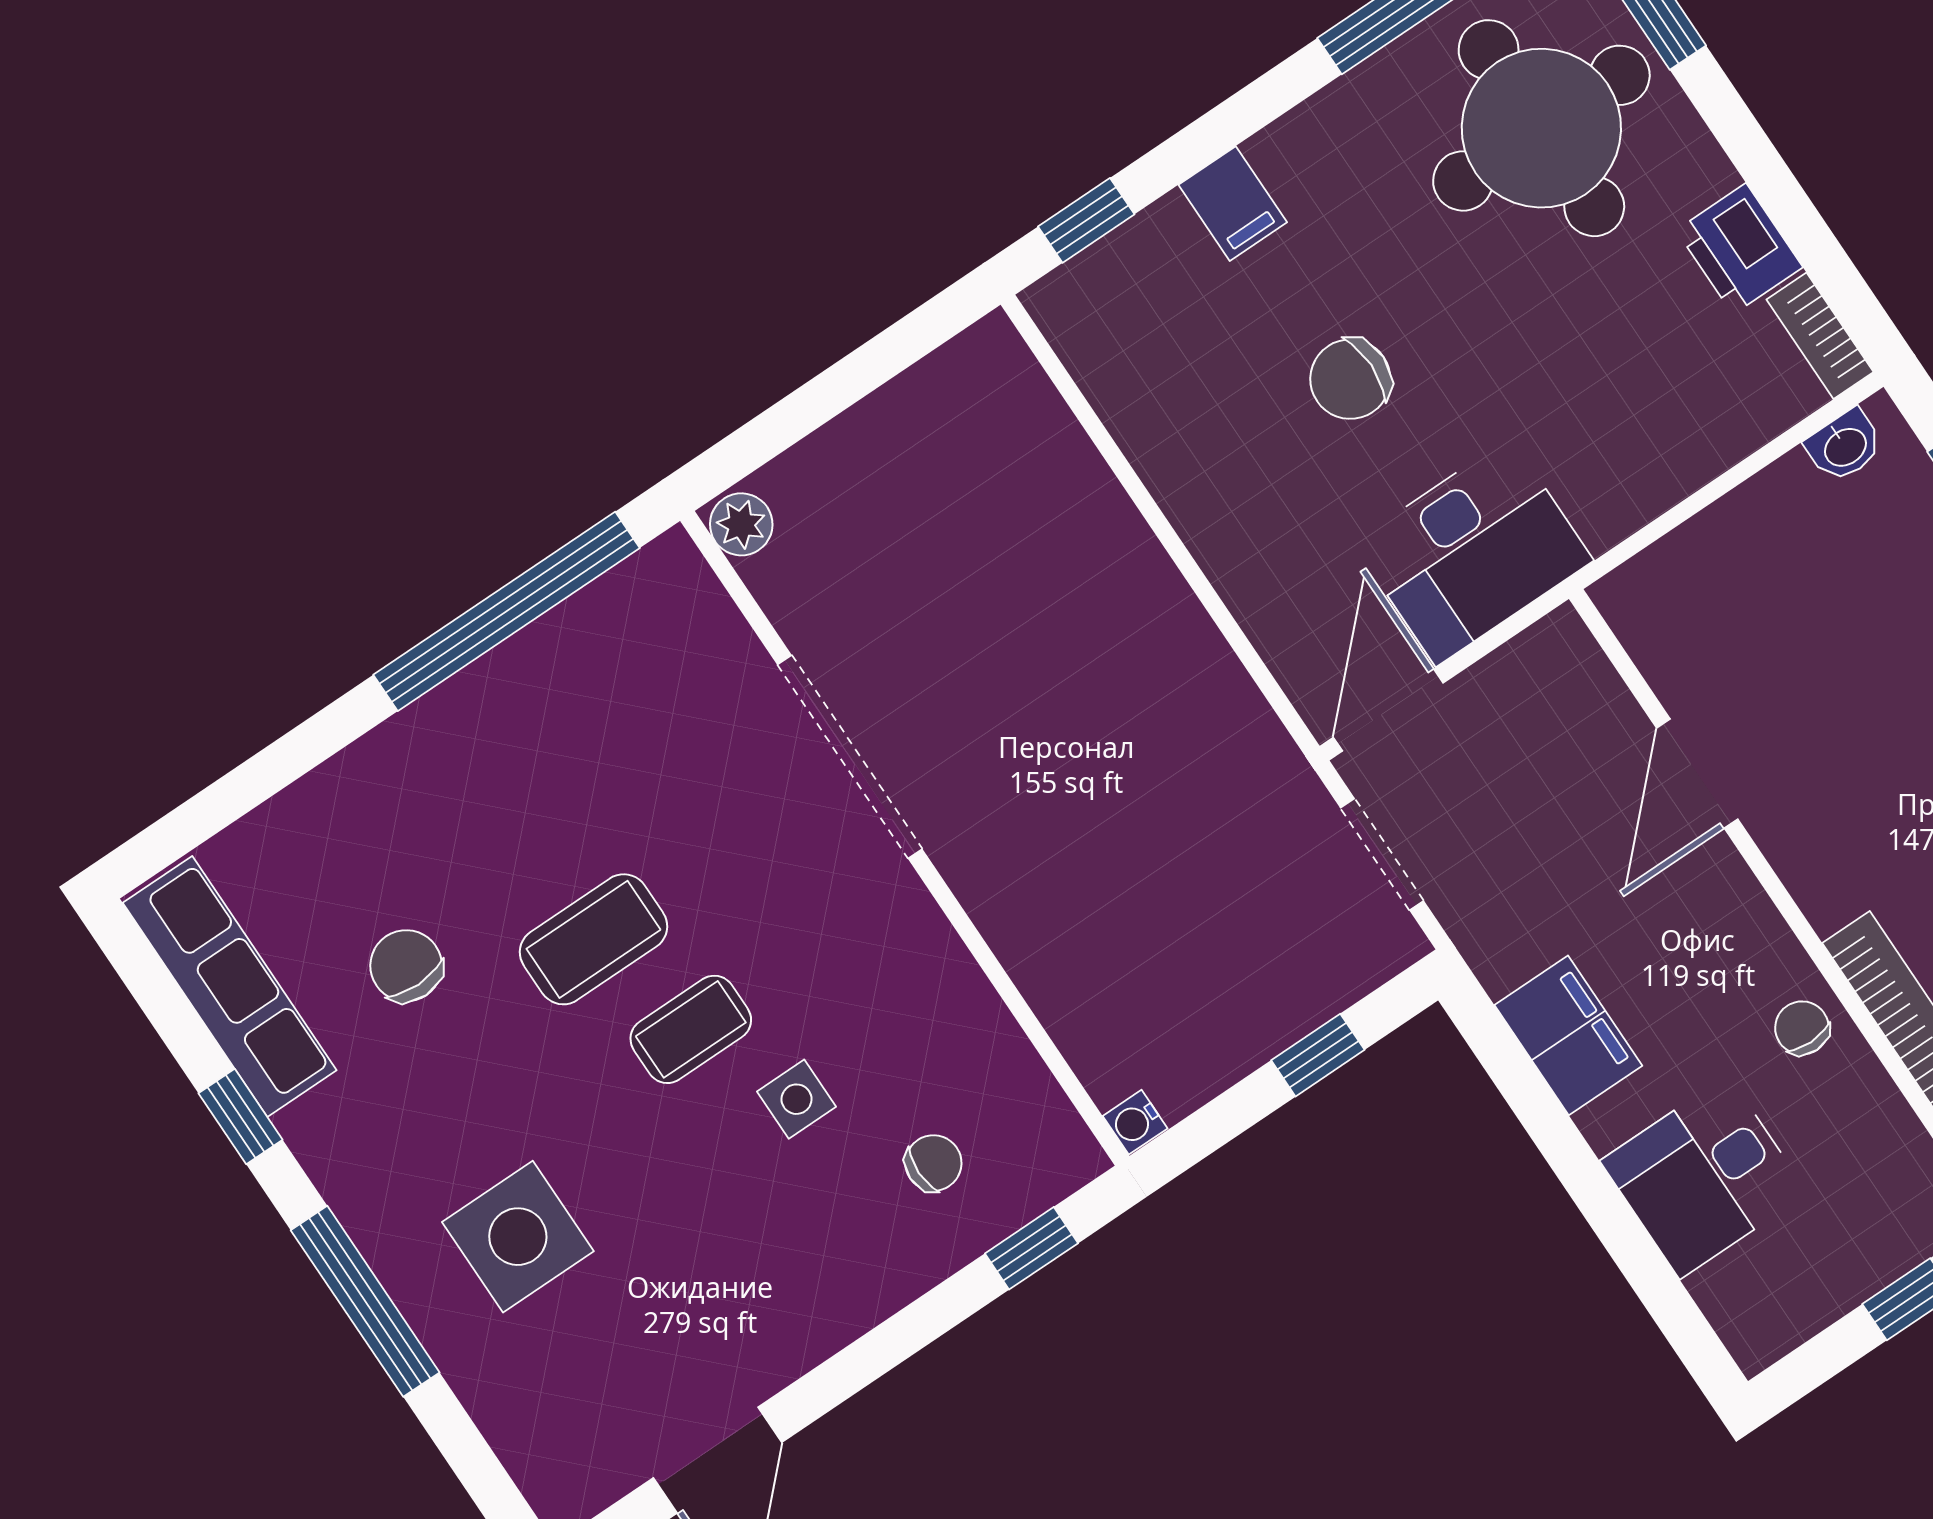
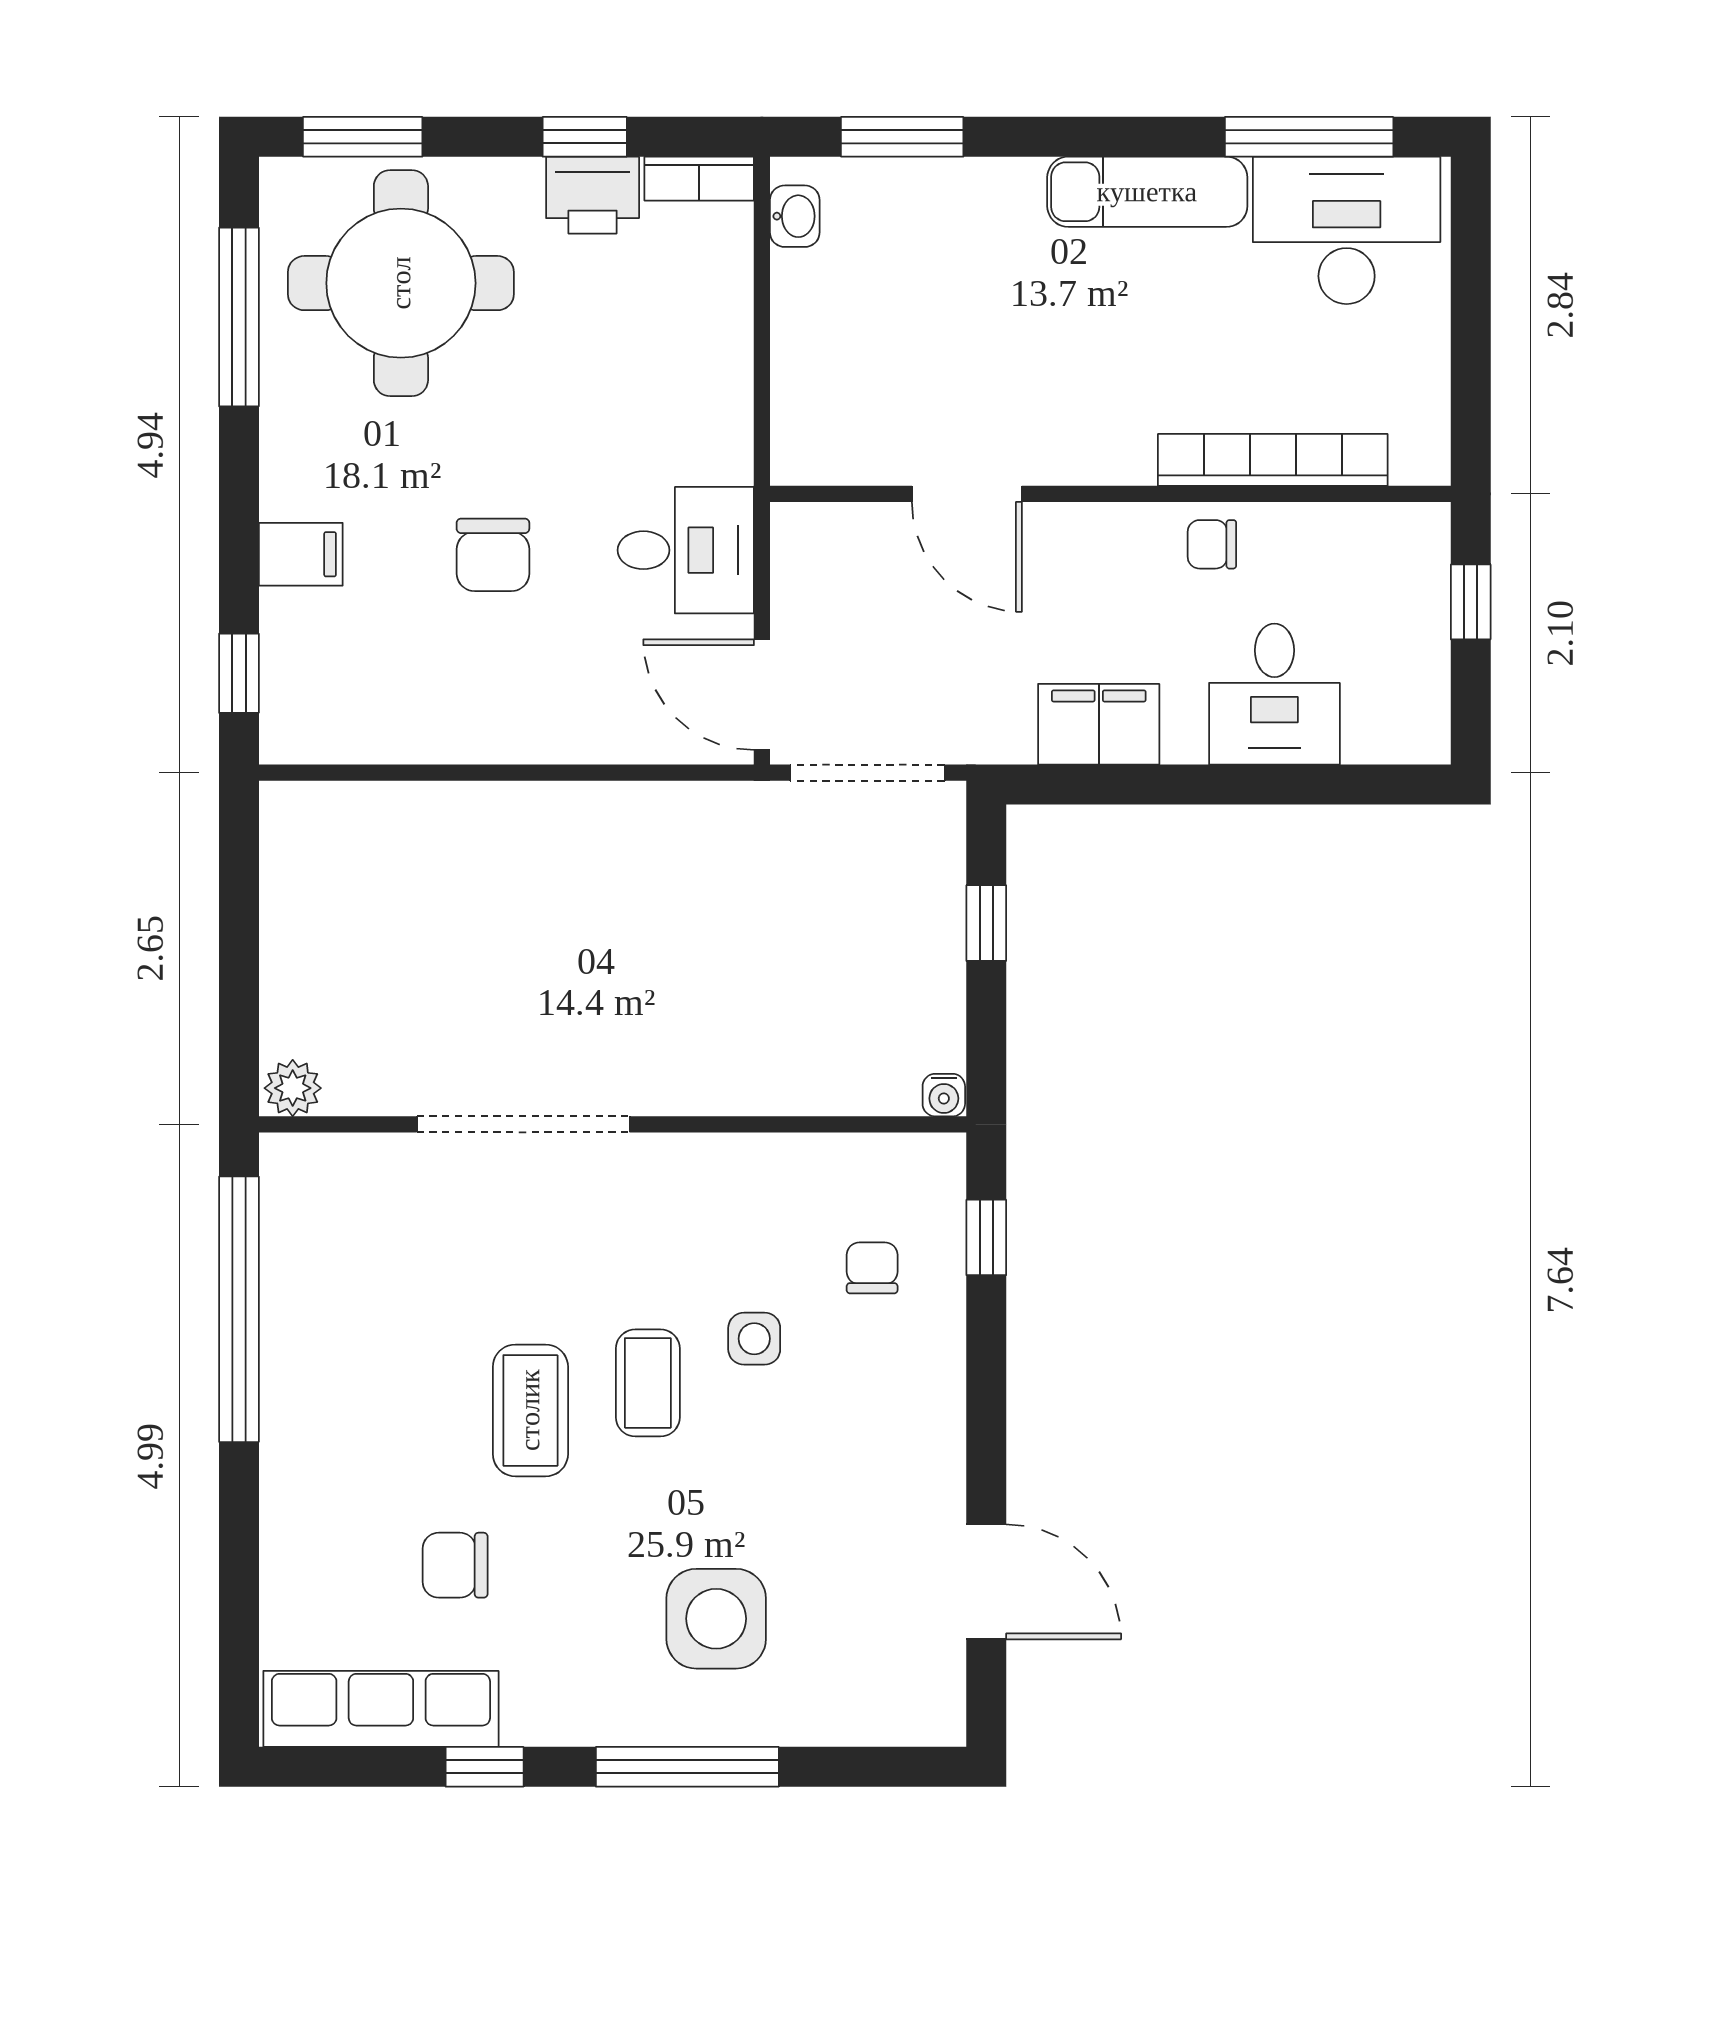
window: (1788, 206) -> (585, 137), added
desk: (1473, 552) -> (686, 550), width x0.73
doorway: (1382, 854) -> (867, 773), width x1.38

